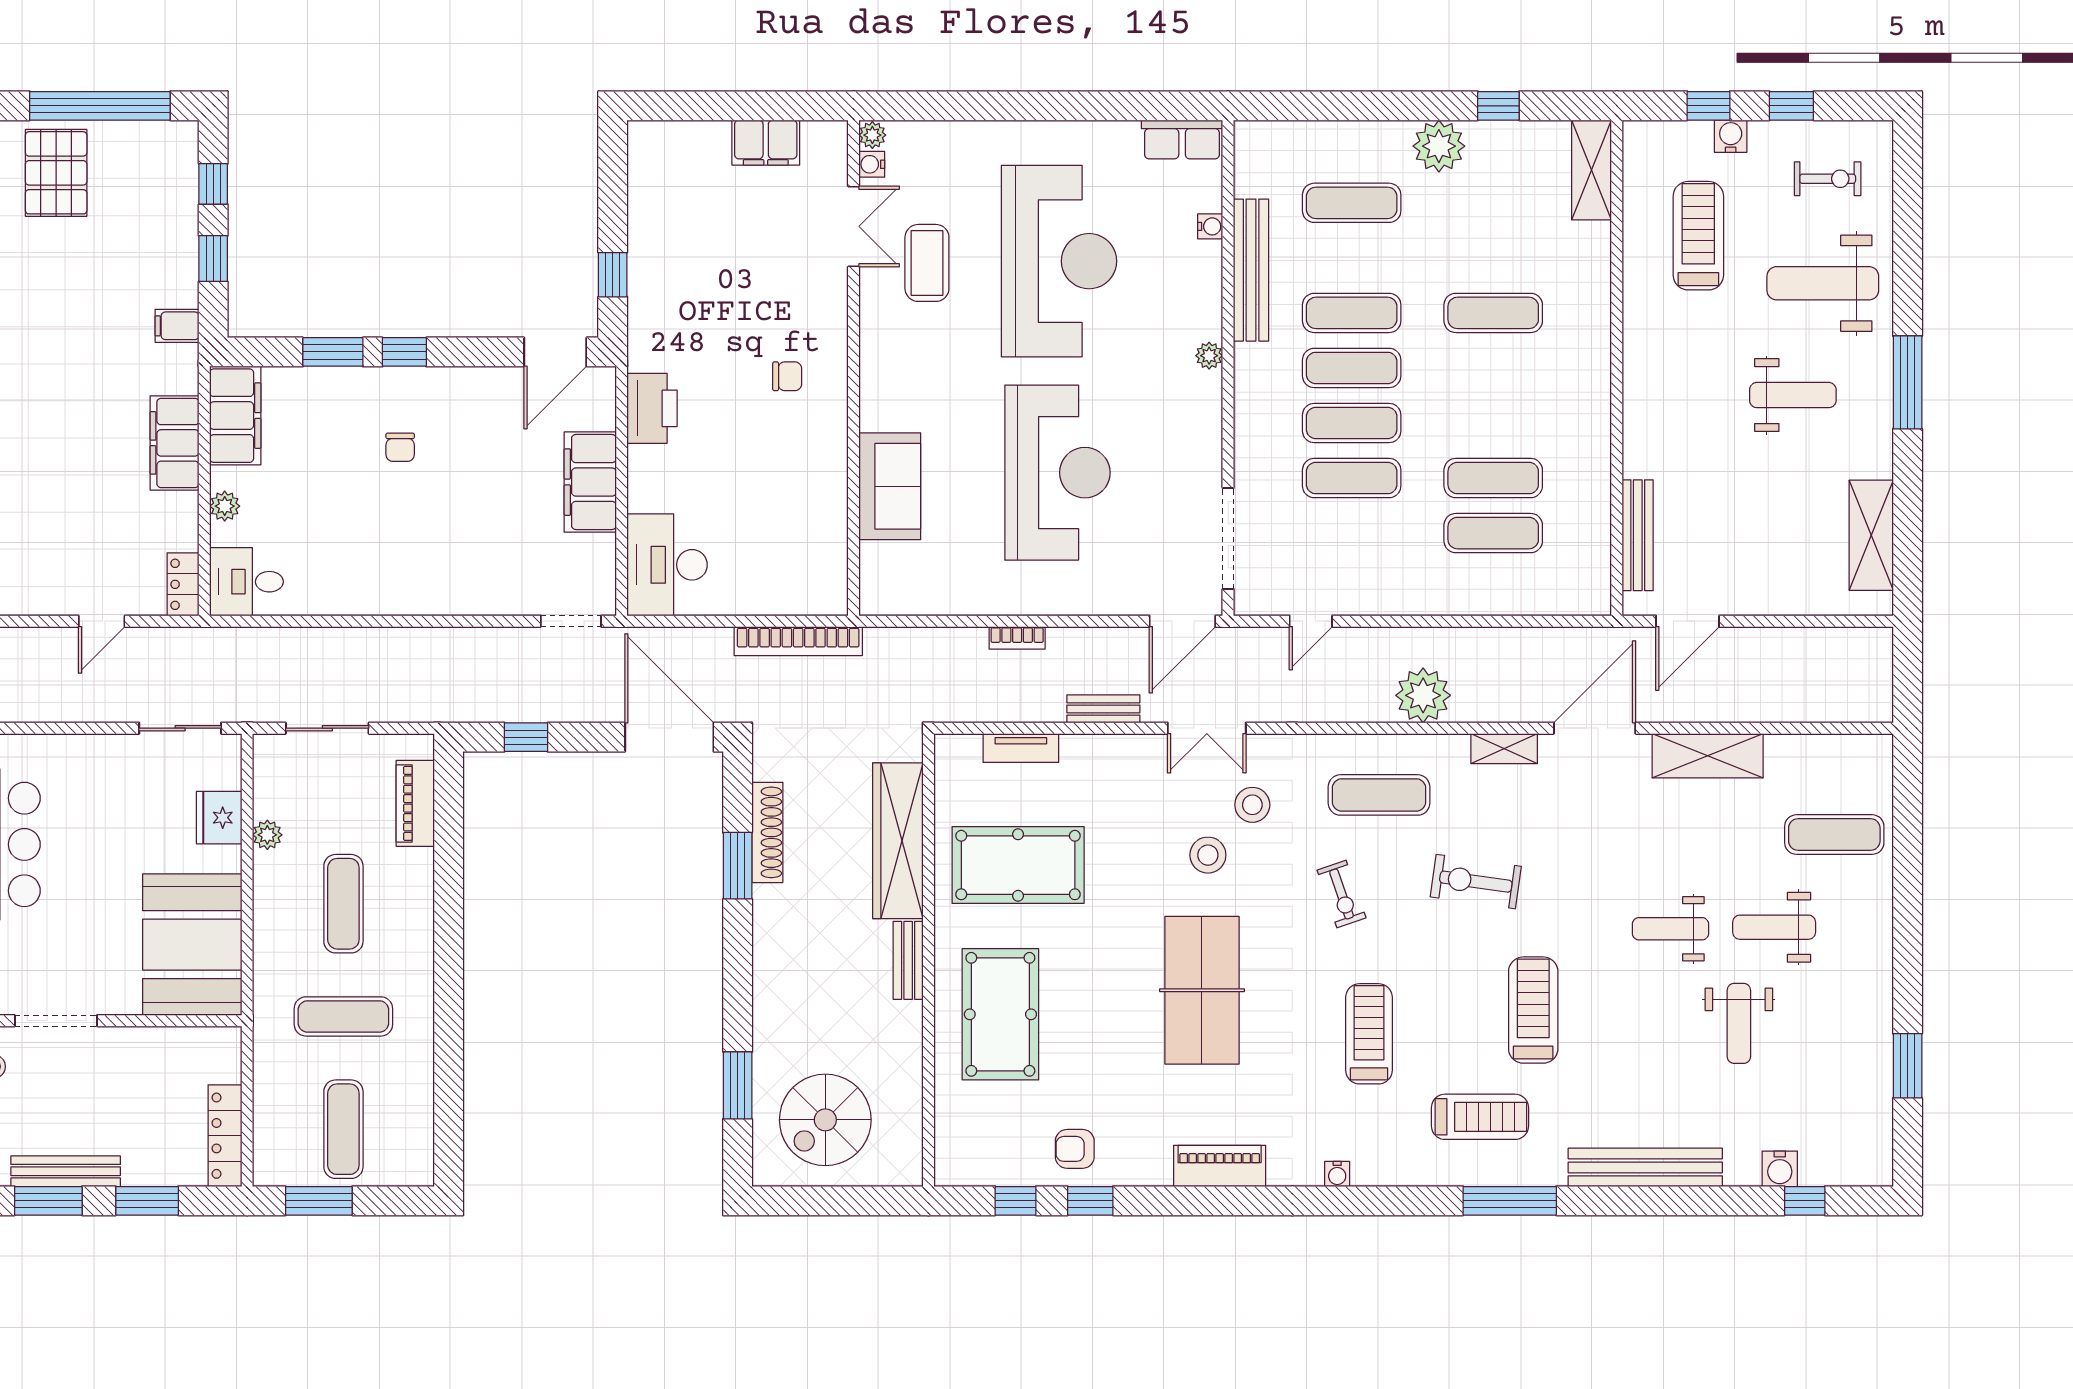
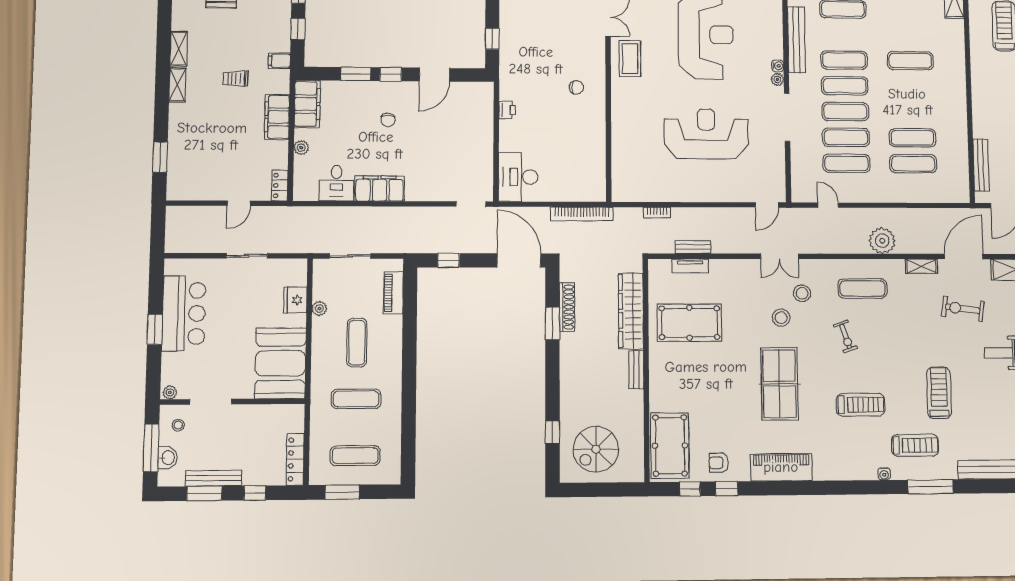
water cooler: (1210, 226) -> (778, 66), moved
coffee table: (927, 263) -> (630, 59), moved
door: (555, 352) -> (434, 75), moved
trolley: (89, 364) -> (236, 79), added
printer: (652, 408) -> (507, 110), width x0.53, depth x0.68
reception desk: (1057, 473) -> (706, 134), turned -90
filing cabinet: (590, 482) -> (379, 188), moved, turned 90
sofa: (890, 486) -> (626, 140), removed
exercise mat: (1352, 533) -> (847, 163), added
doorway: (1228, 538) -> (787, 117), moved
desk: (247, 582) -> (336, 183), moved, turned -90
door: (1182, 621) -> (767, 205), width x0.73
door: (1311, 621) -> (828, 205), swing flipped
bookcase: (1017, 638) -> (657, 213), moved
bench: (1103, 709) -> (693, 247), moved
sliding door: (180, 728) -> (247, 256), moved
exercise bike: (1476, 882) -> (963, 309), moved
pool table: (1000, 1014) -> (670, 446), moved
treadmill: (1369, 1034) -> (860, 405), turned 90
window: (738, 1085) -> (552, 432), width x0.67
exercise mat: (343, 1129) -> (355, 456), turned 90
piano: (1220, 1166) -> (781, 467), width x1.37, depth x1.33
water cooler: (1337, 1174) -> (884, 474), moved
window: (147, 1201) -> (255, 493), width x0.67

